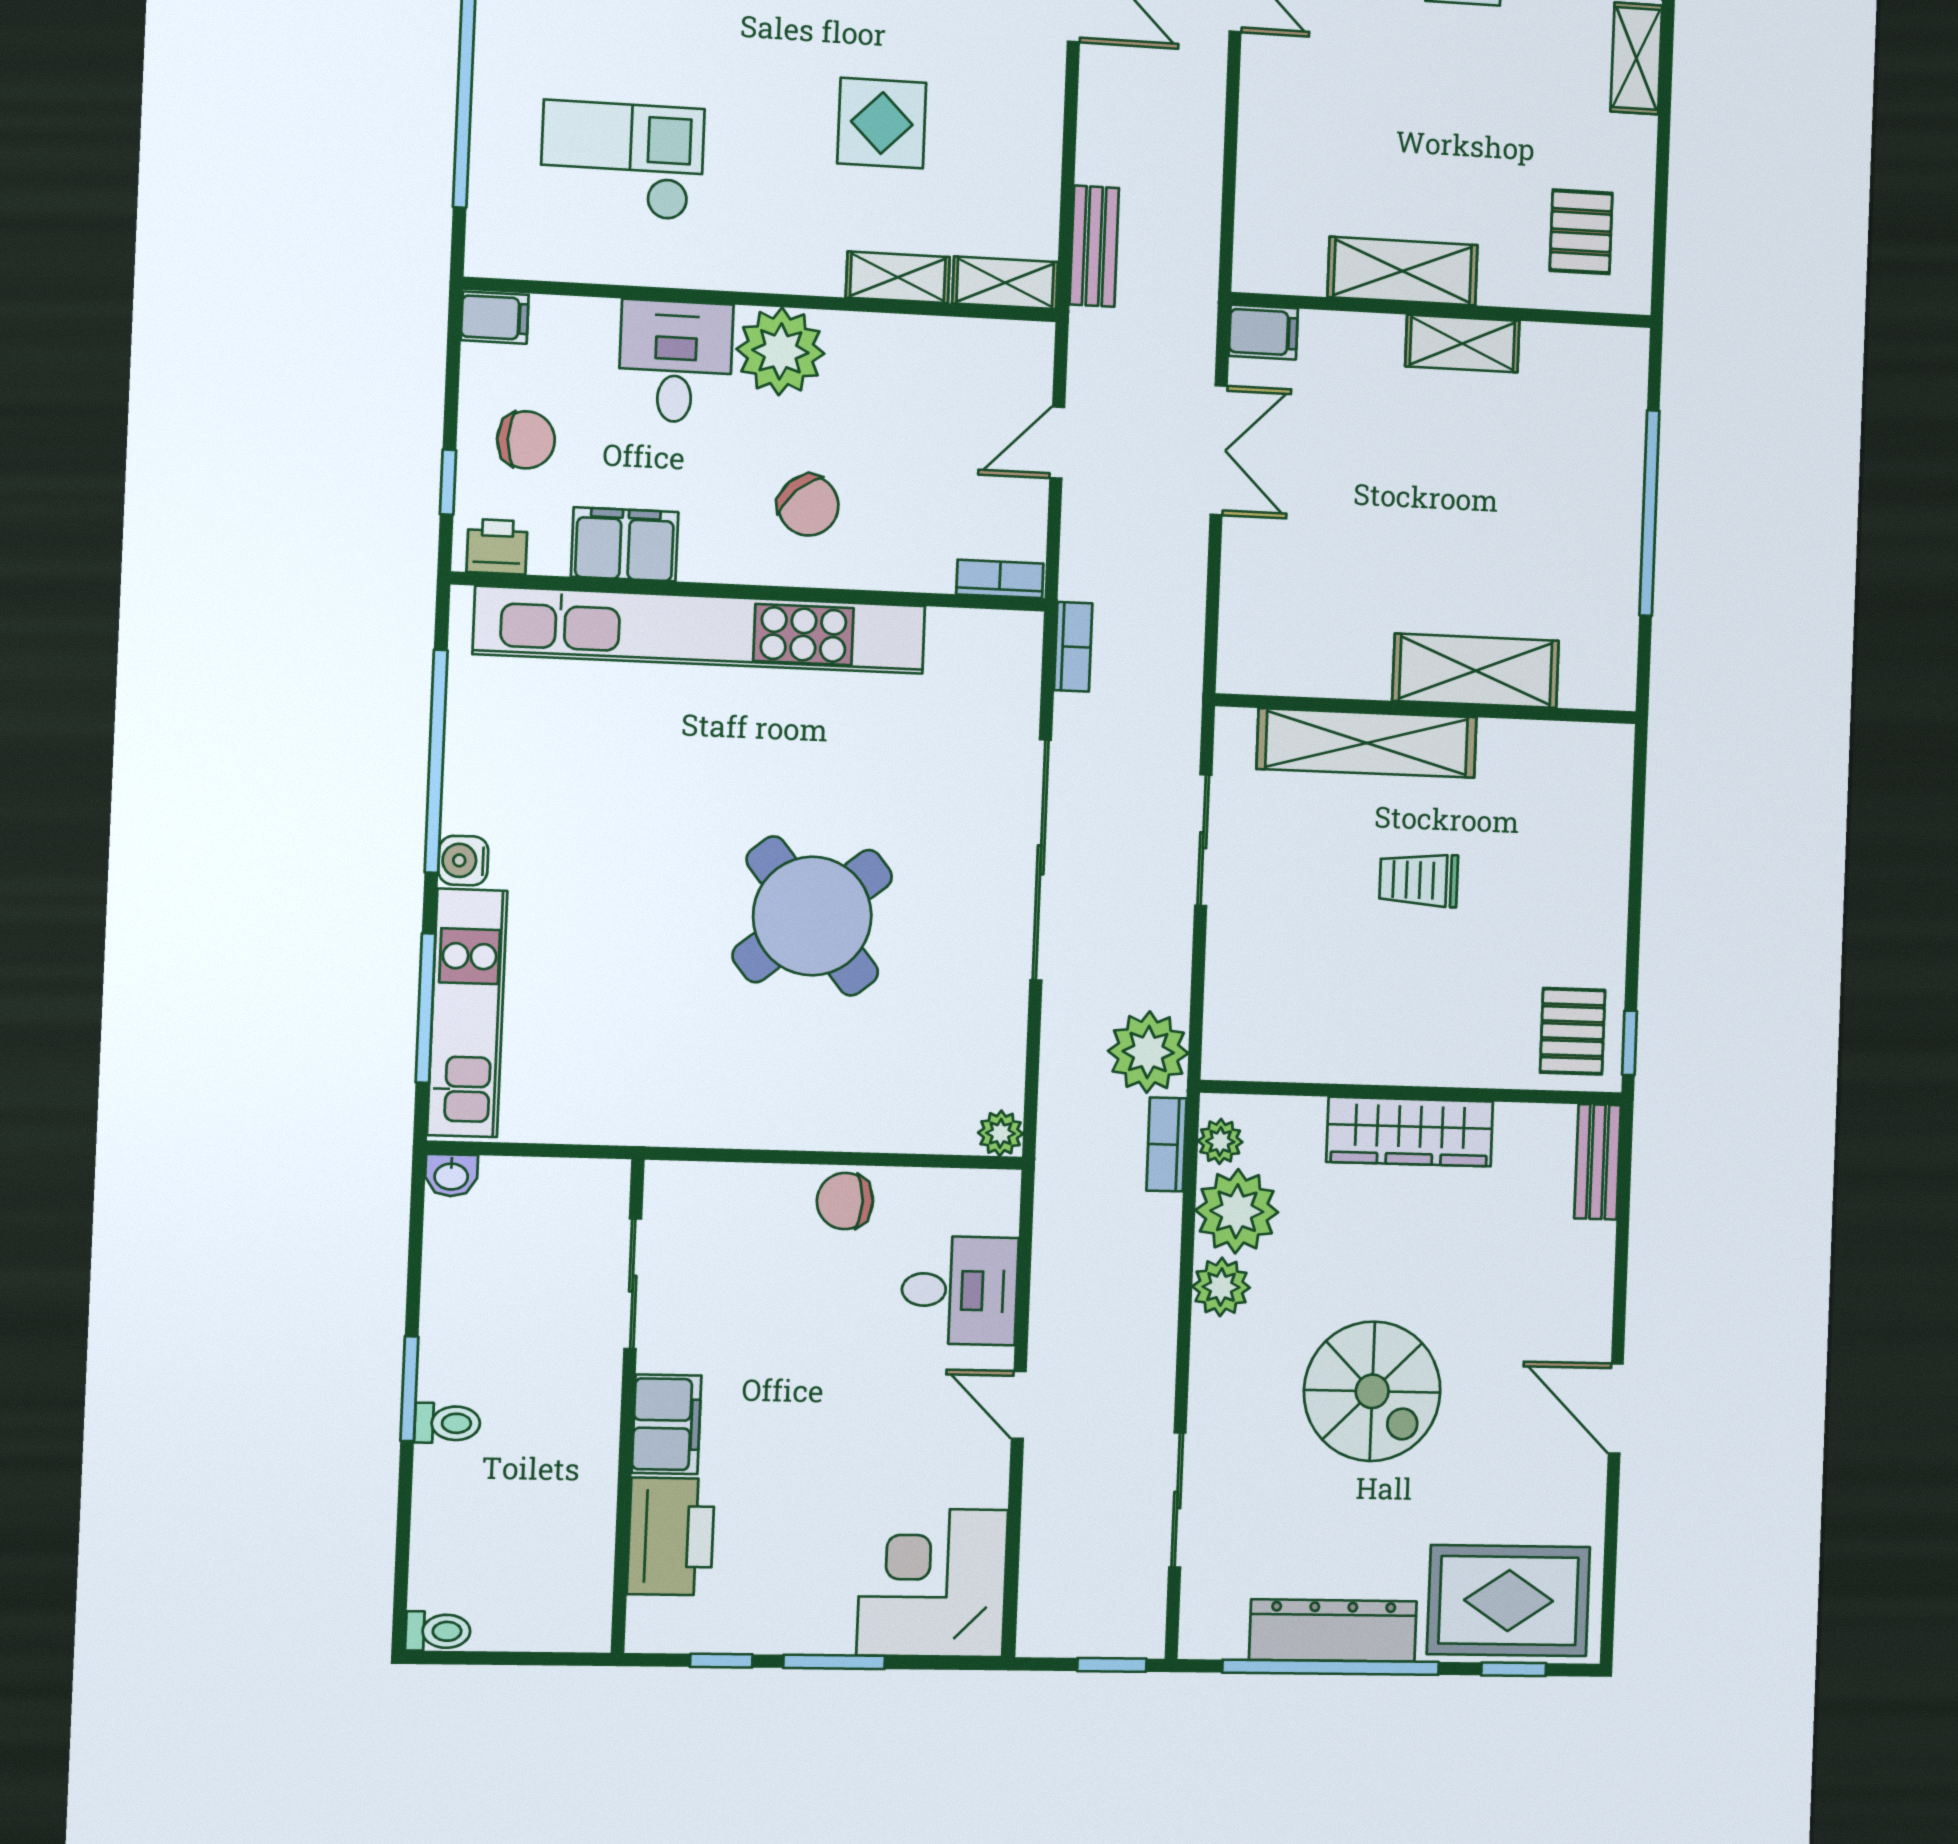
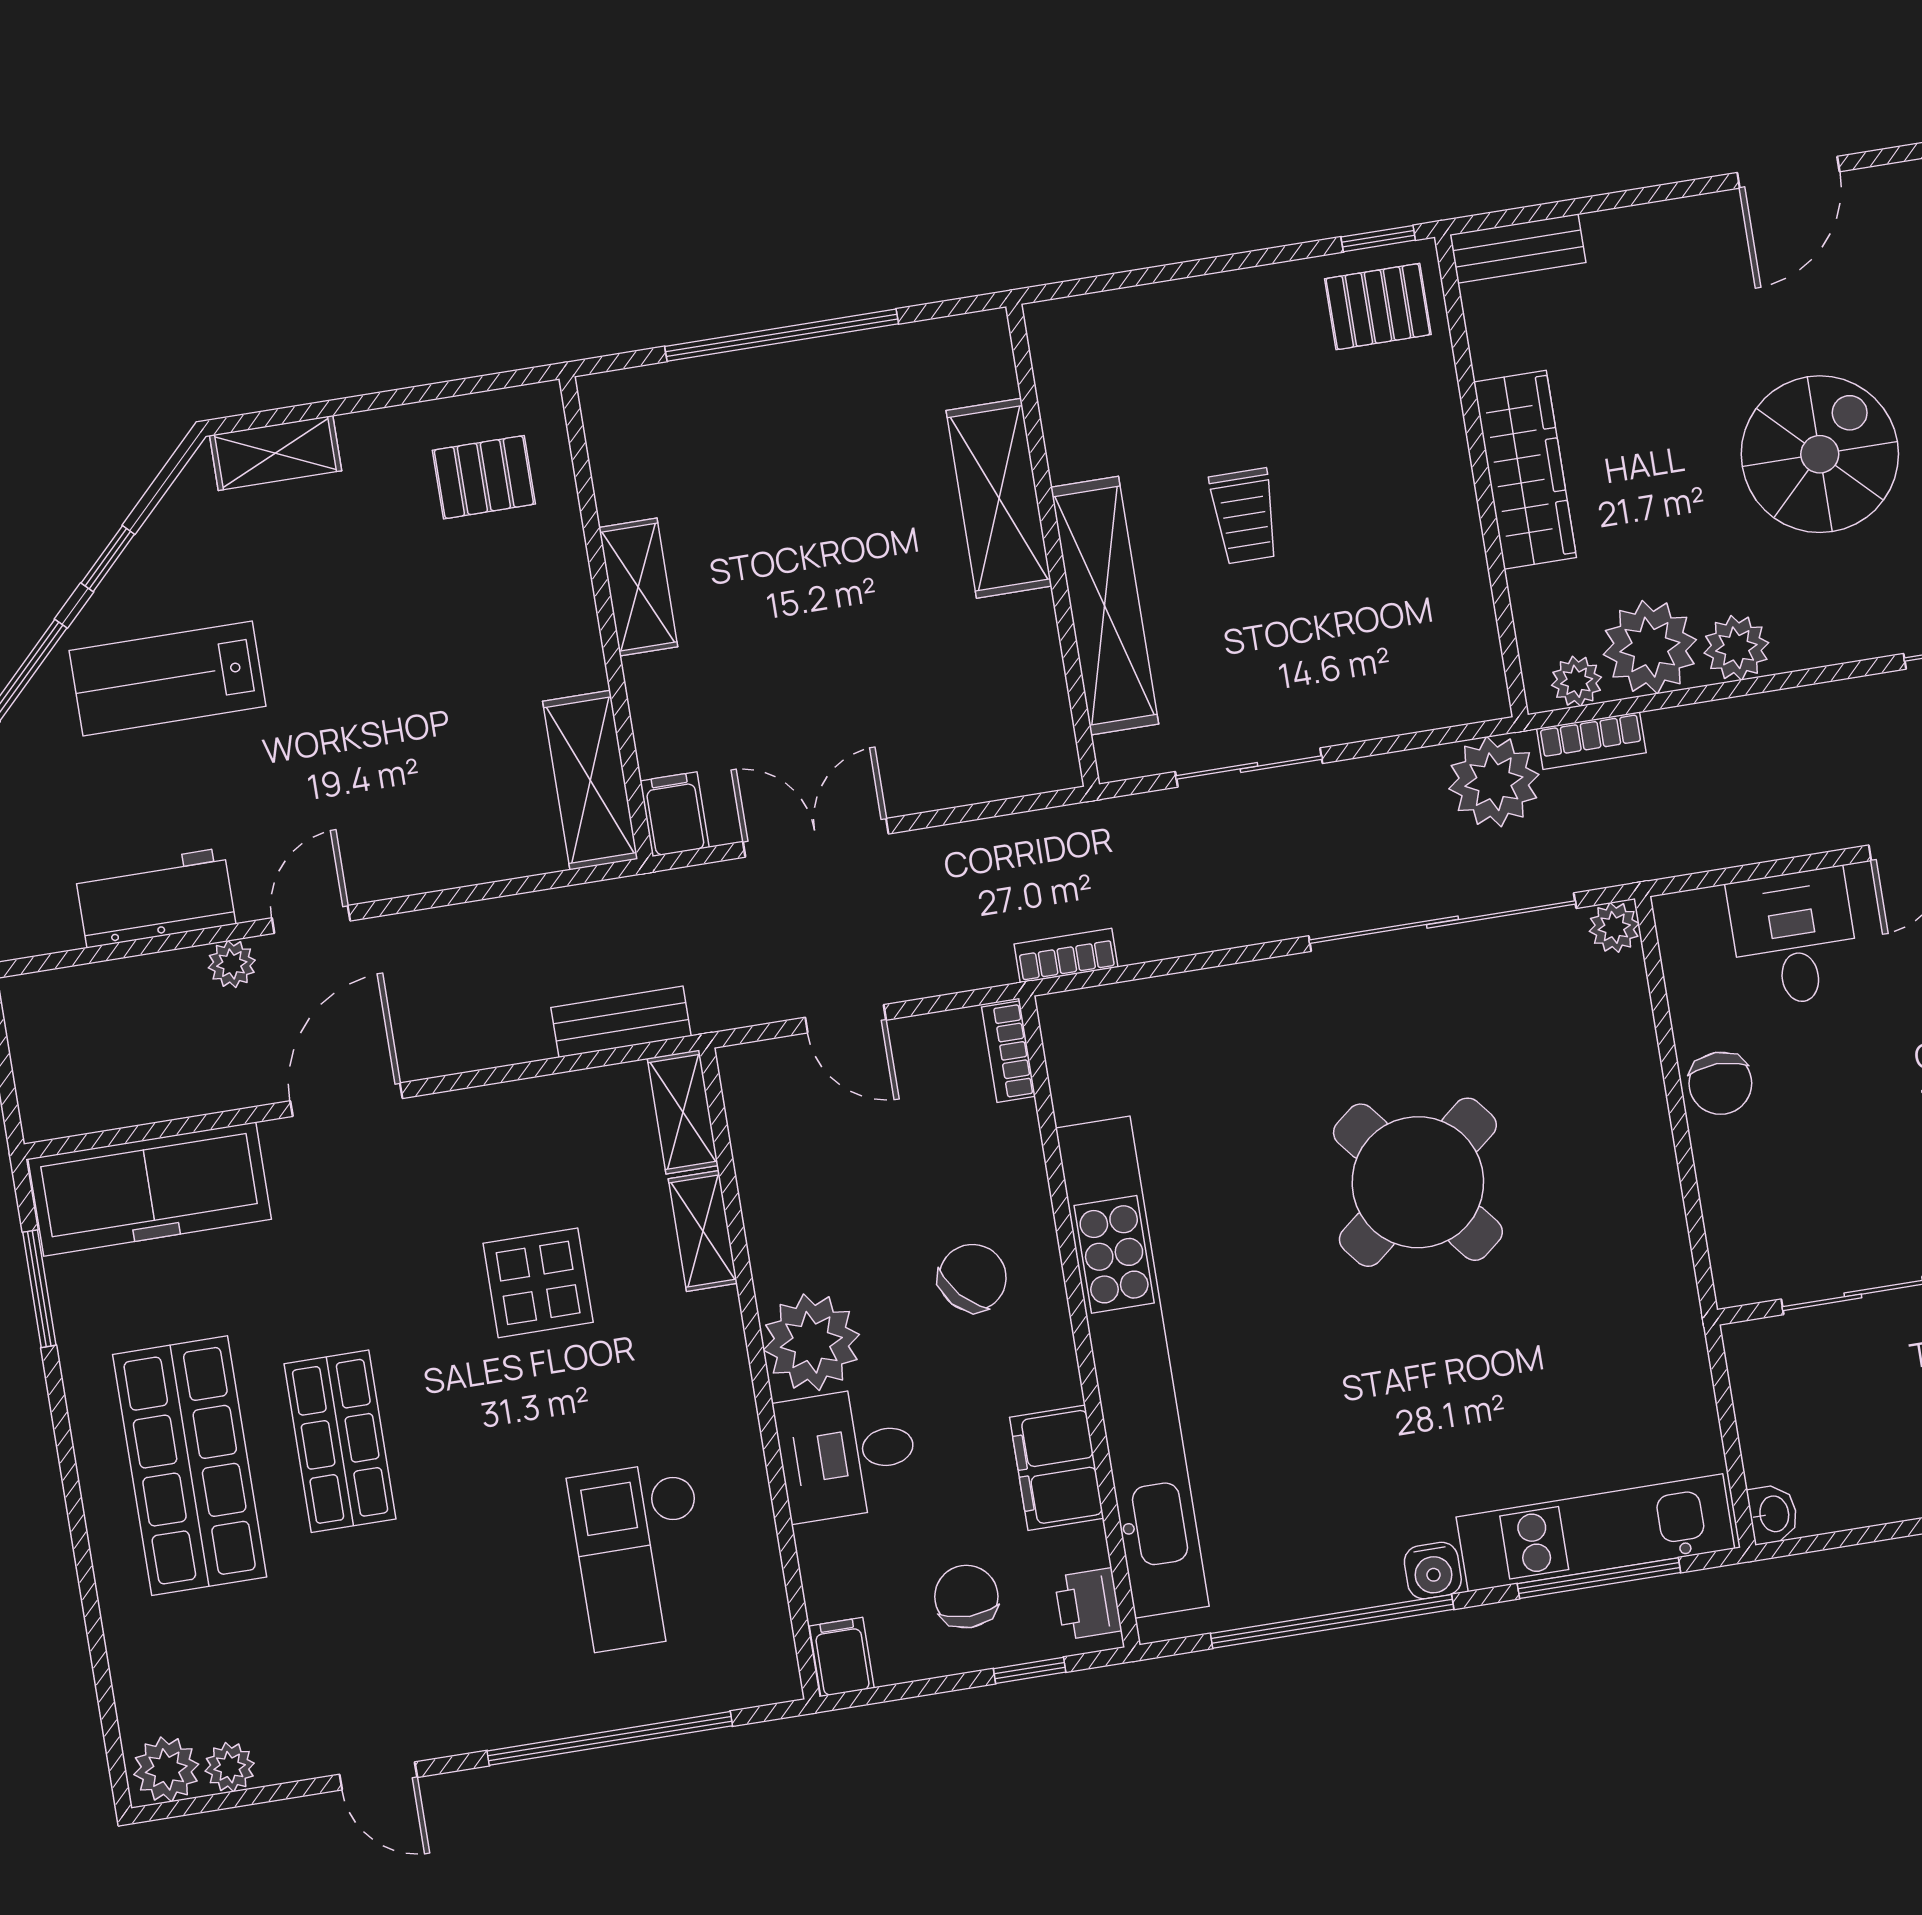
shelving: (1403, 271) -> (590, 780), moved
sliding door: (1041, 860) -> (1442, 922), moved

